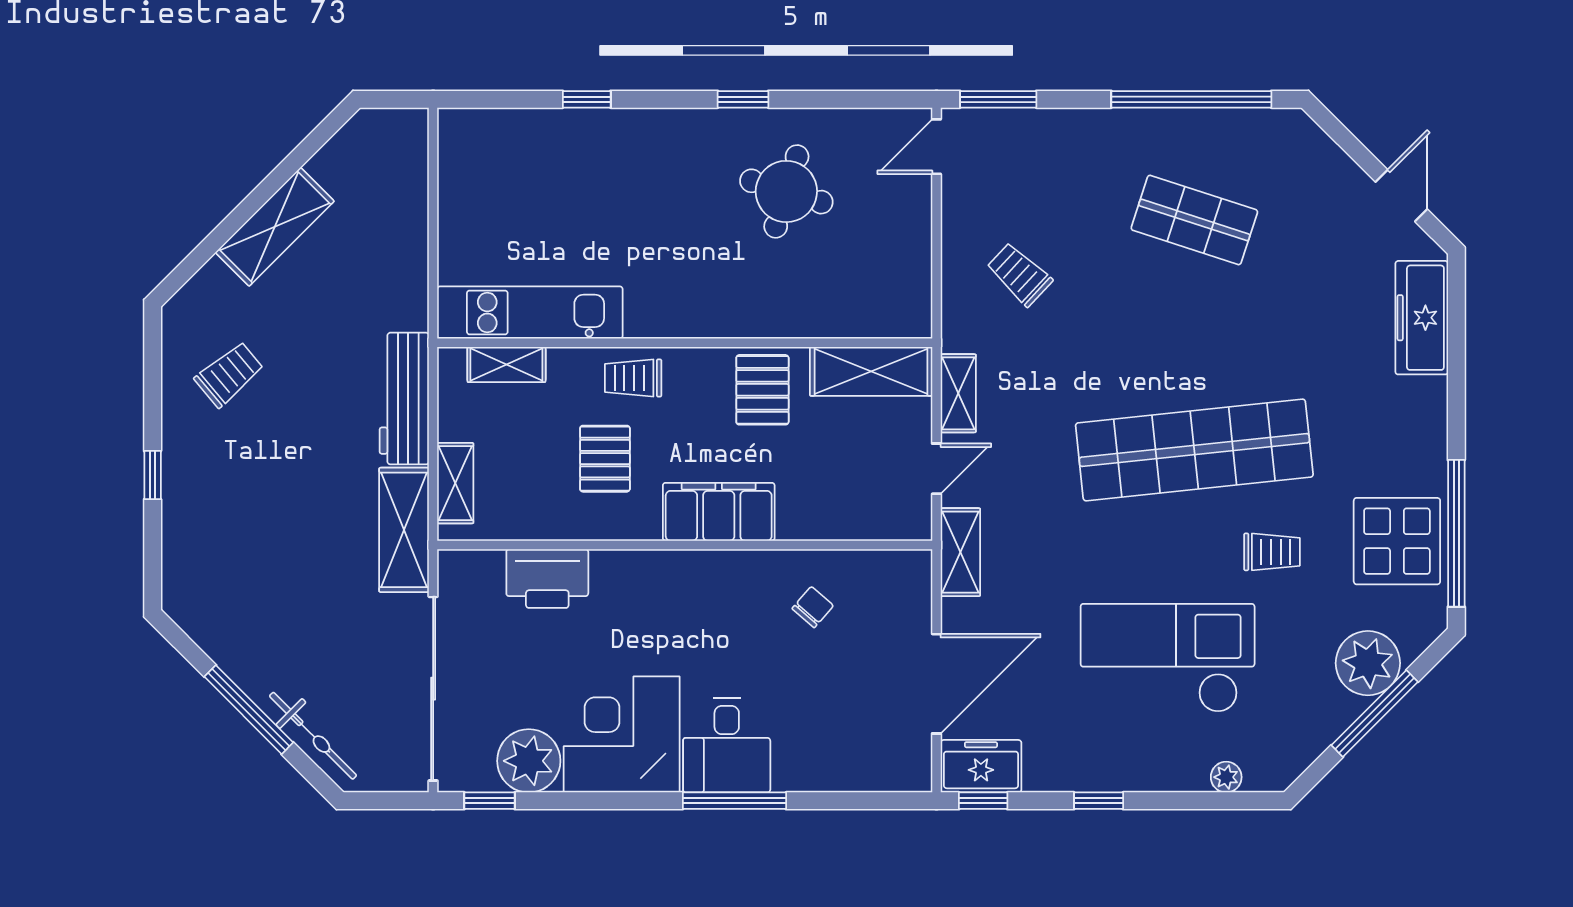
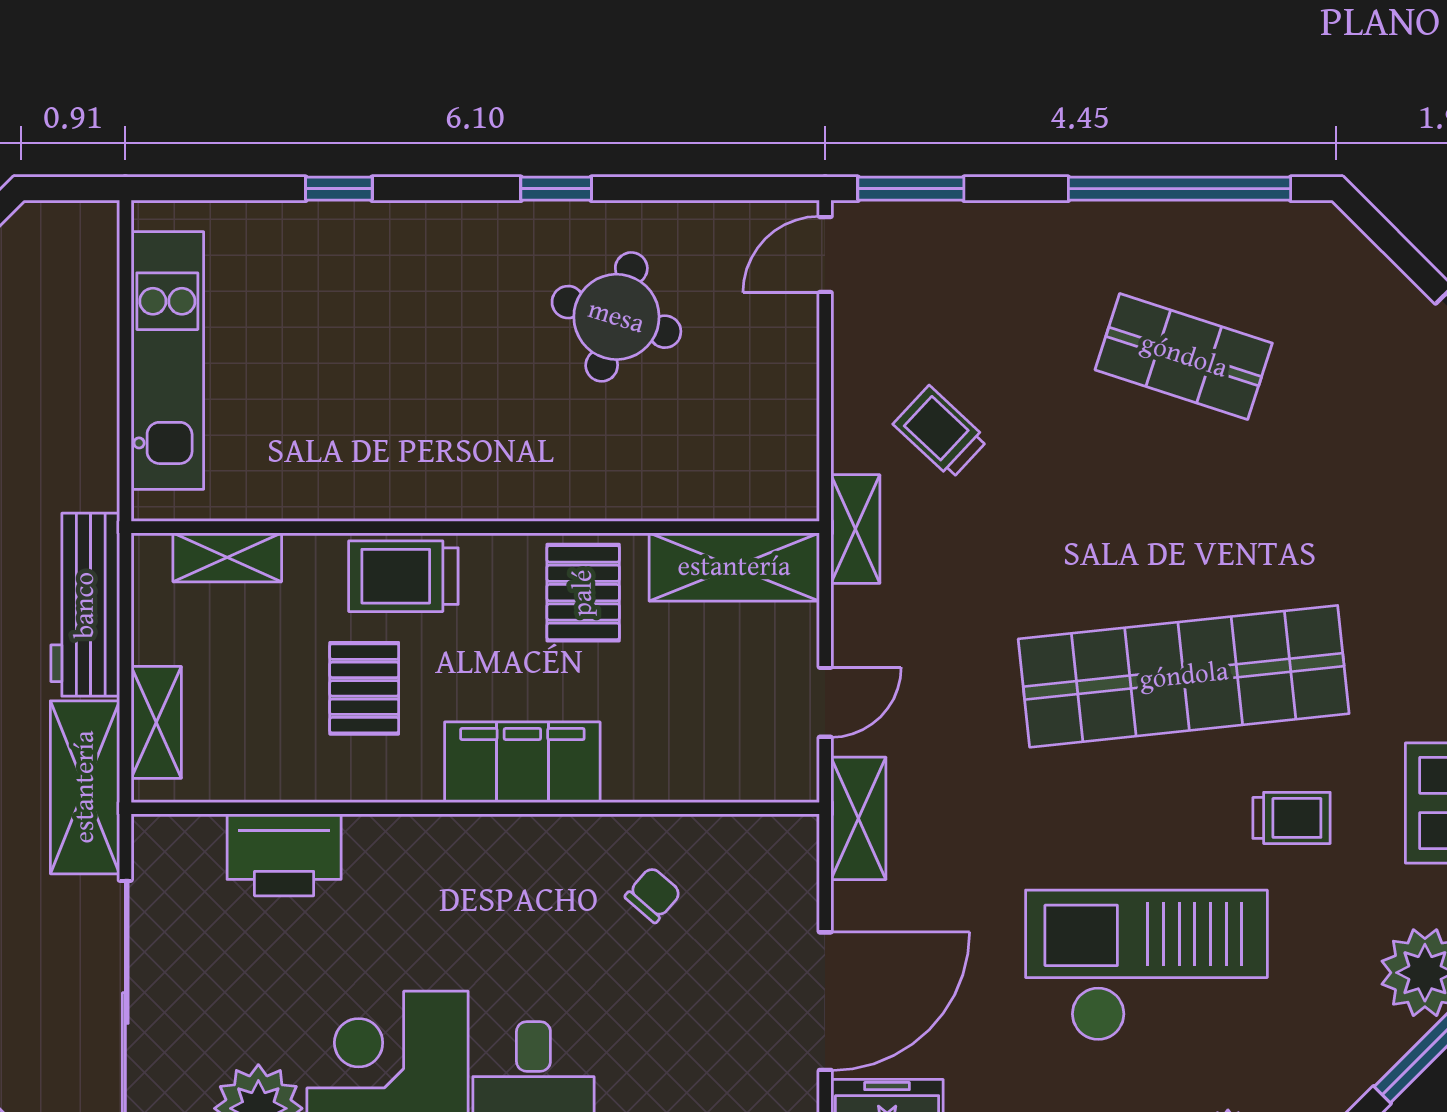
kitchen unit: (530, 312) -> (167, 360), moved, turned 90
trolley: (633, 378) -> (403, 576), width x1.36, depth x1.39
shelving: (958, 393) -> (855, 529), moved

